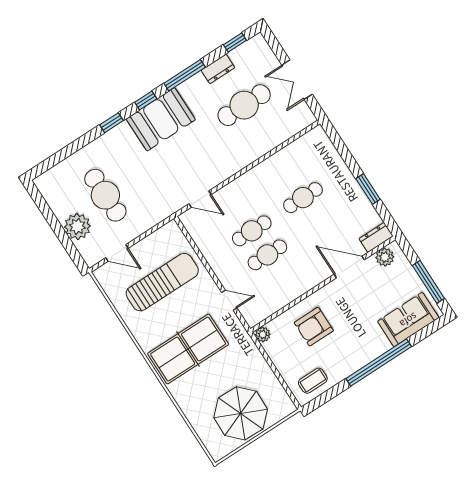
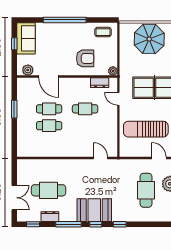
double door: (297, 80) -> (14, 198), moved
cafe table: (252, 231) -> (49, 109), moved
dresser: (376, 237) -> (100, 83), moved
window: (428, 282) -> (14, 44), width x0.46
sofa: (408, 320) -> (26, 38), moved, turned -90

